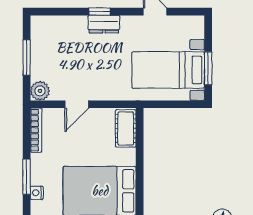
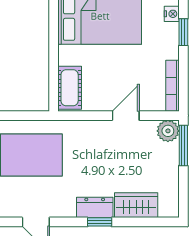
wardrobe: (68, 26) -> (136, 205), added
window: (27, 58) -> (183, 146), moved
window: (27, 177) -> (183, 32), width x0.67

